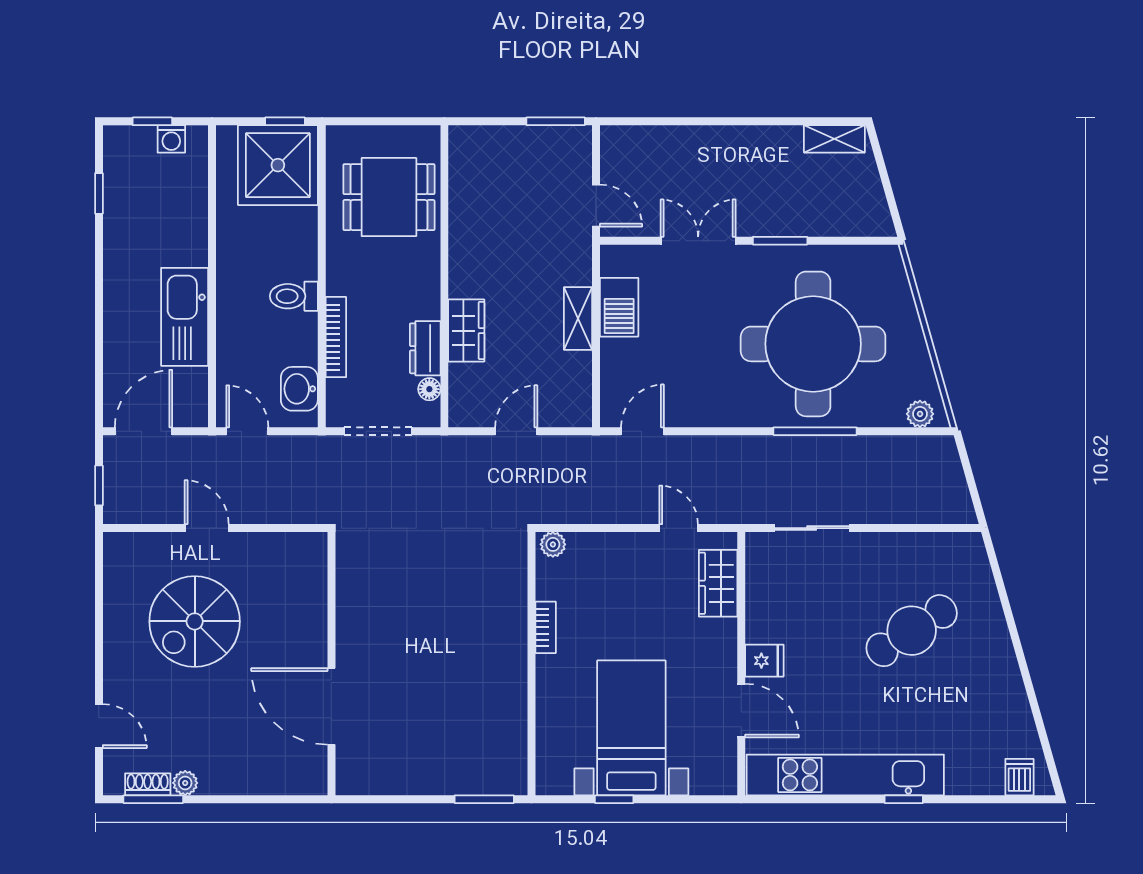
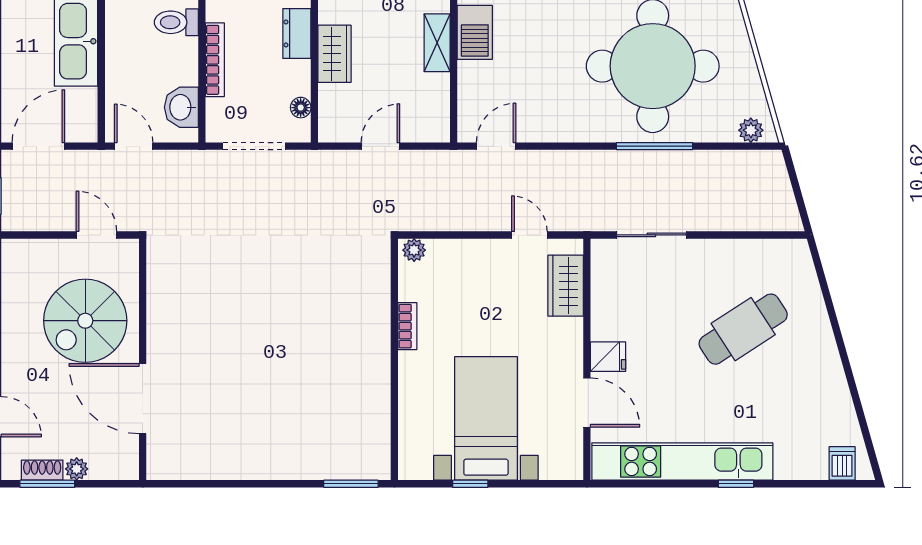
dresser: (425, 348) -> (297, 33), moved
wall: (331, 664) -> (143, 359), moved
door: (331, 706) -> (143, 399), moved

